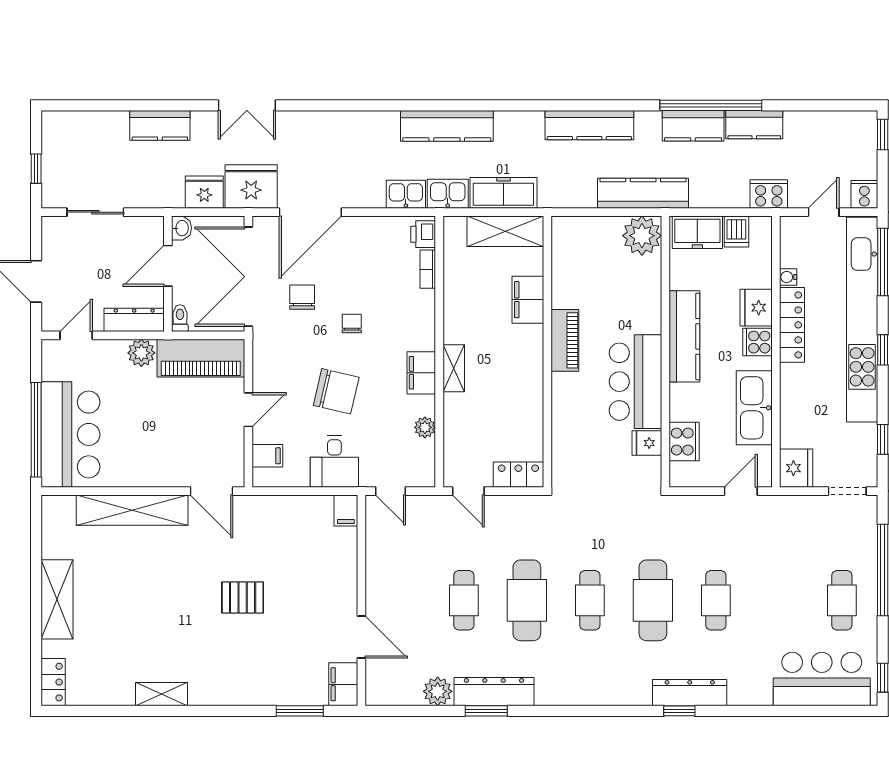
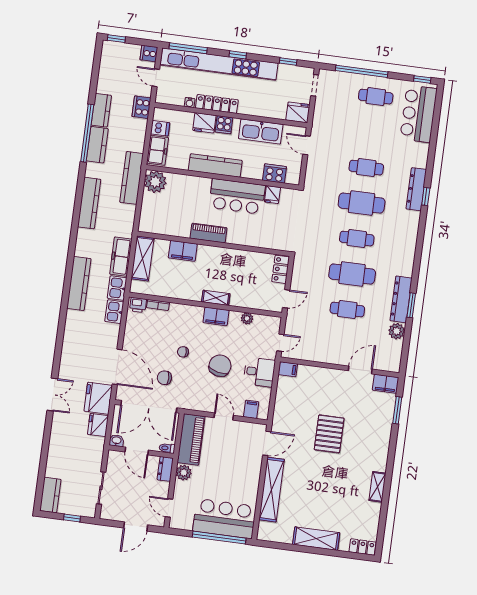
kitchen counter: (160, 125) -> (50, 495), moved
dresser: (134, 320) -> (165, 469), width x0.70
pallet: (243, 598) -> (329, 434), width x1.50, depth x1.42

